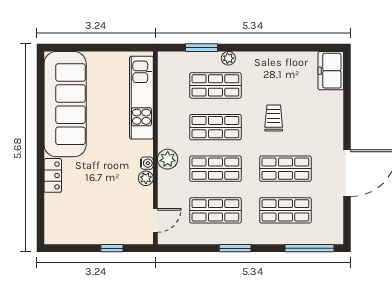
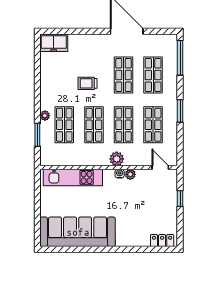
locker: (53, 175) -> (162, 241), moved

